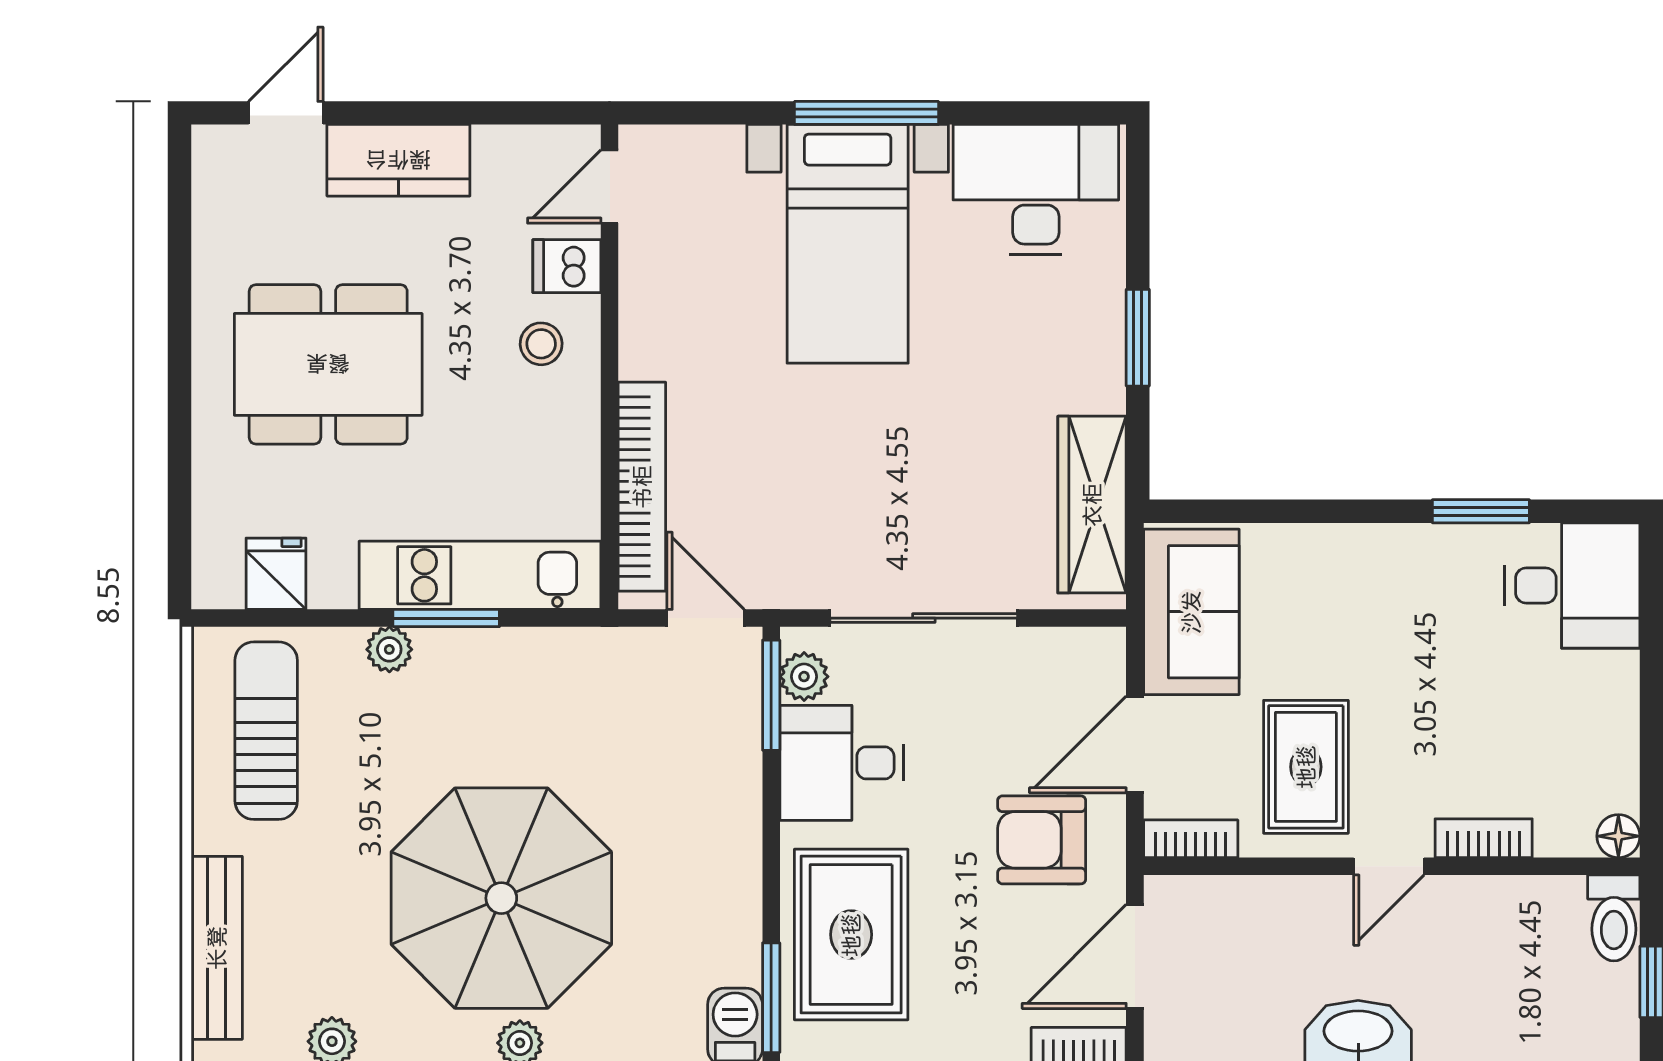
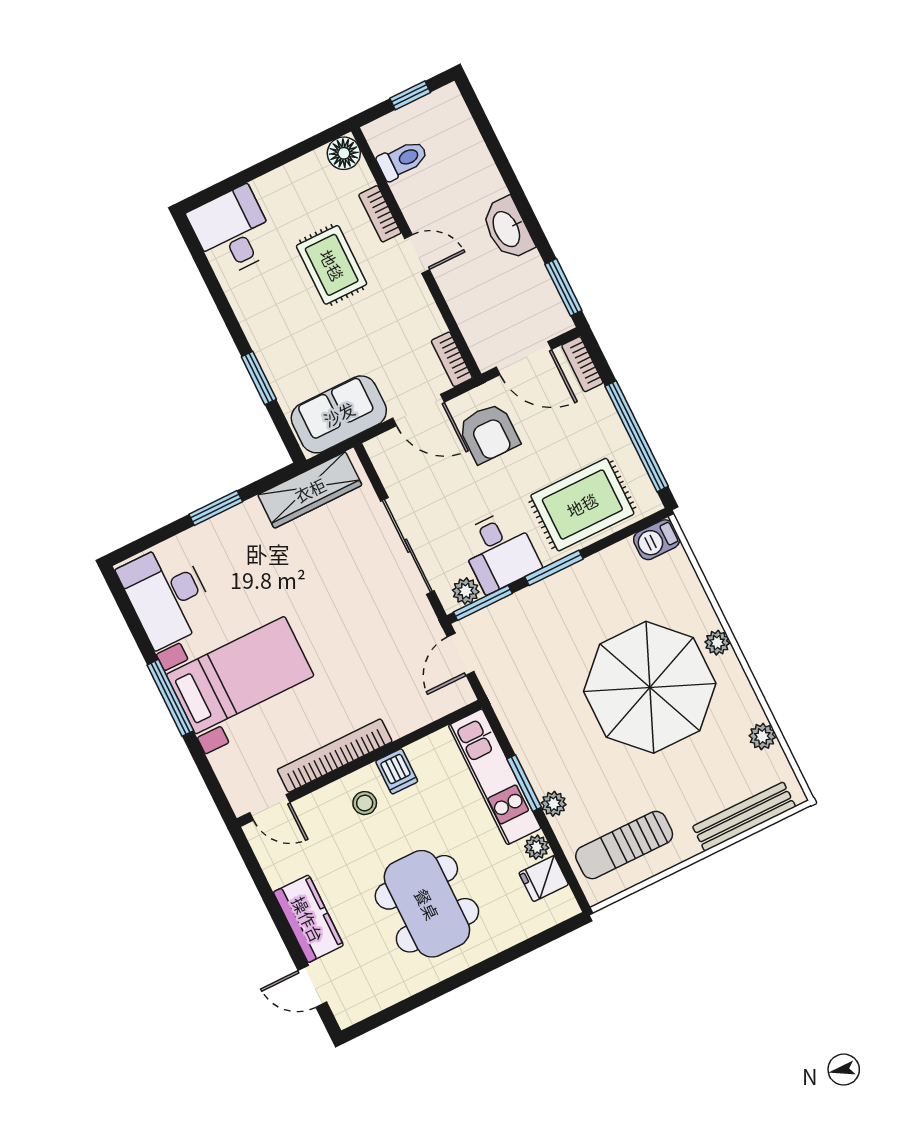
dishwasher: (567, 266) -> (397, 771), moved
bookcase: (642, 487) -> (335, 756), moved
window: (1481, 511) -> (259, 378), moved
plant: (332, 587) -> (537, 847), added
rug: (1306, 767) -> (332, 265), moved, turned 90
floor lamp: (1618, 836) -> (344, 153), width x1.37, depth x1.37
toilet: (1614, 918) -> (403, 160), moved
window: (771, 998) -> (554, 568), moved

